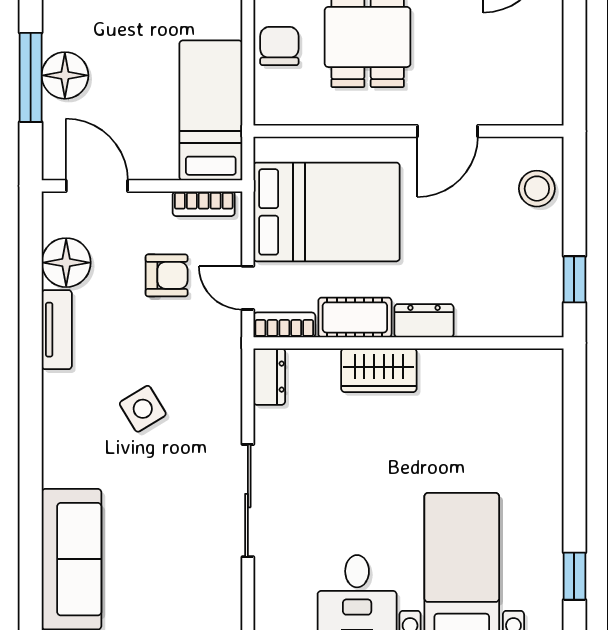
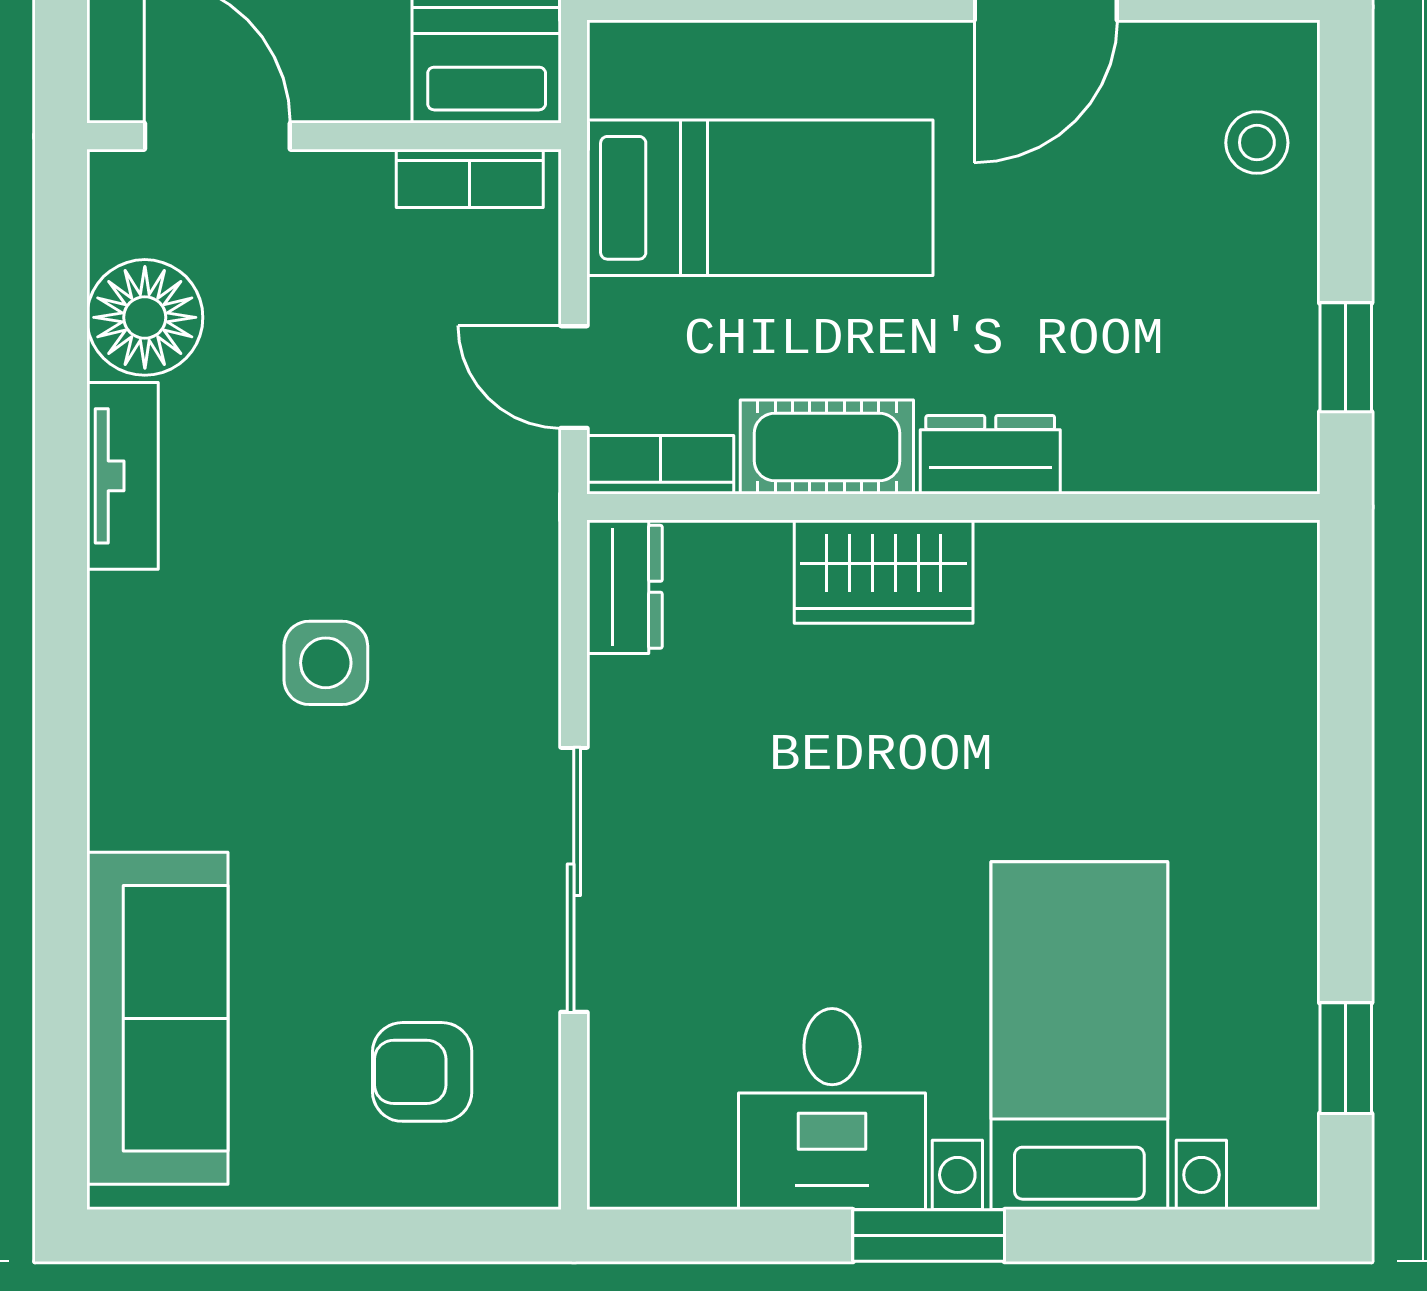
stool: (537, 189) -> (1257, 143), width x0.73, depth x0.73
bed: (326, 212) -> (760, 198), width x0.67
armchair: (167, 275) -> (422, 1072), moved, turned 180
side table: (143, 409) -> (326, 663), turned 31

